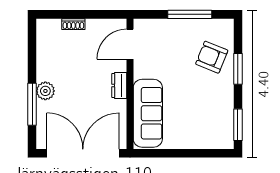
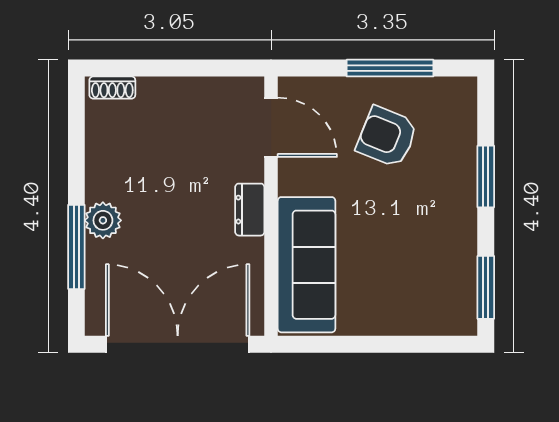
shoe rack: (73, 24) -> (112, 88), moved
door: (130, 44) -> (271, 127), swing flipped
armchair: (212, 57) -> (387, 137), moved

